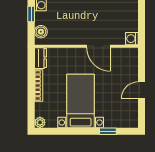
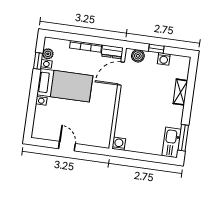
door: (98, 46) -> (121, 74), moved
plant: (40, 122) -> (48, 54), moved
window: (108, 131) -> (38, 61), moved

